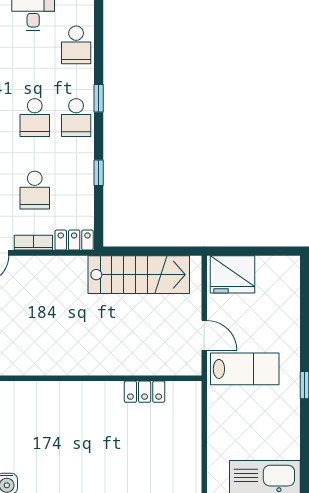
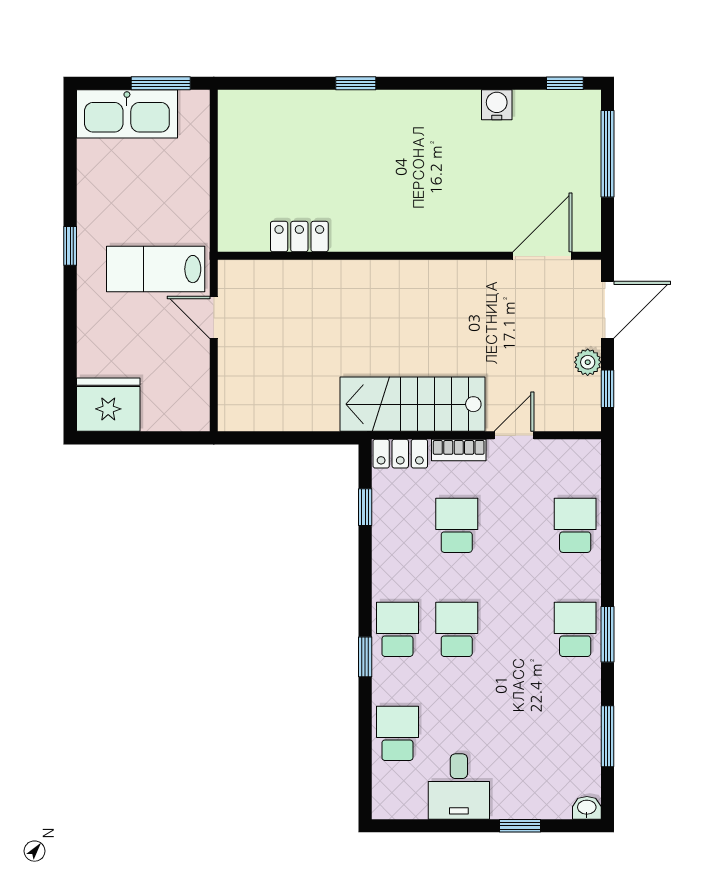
window: (99, 173) -> (365, 507), moved
fridge: (232, 274) -> (108, 405), moved
stairs: (139, 275) -> (413, 404), moved

